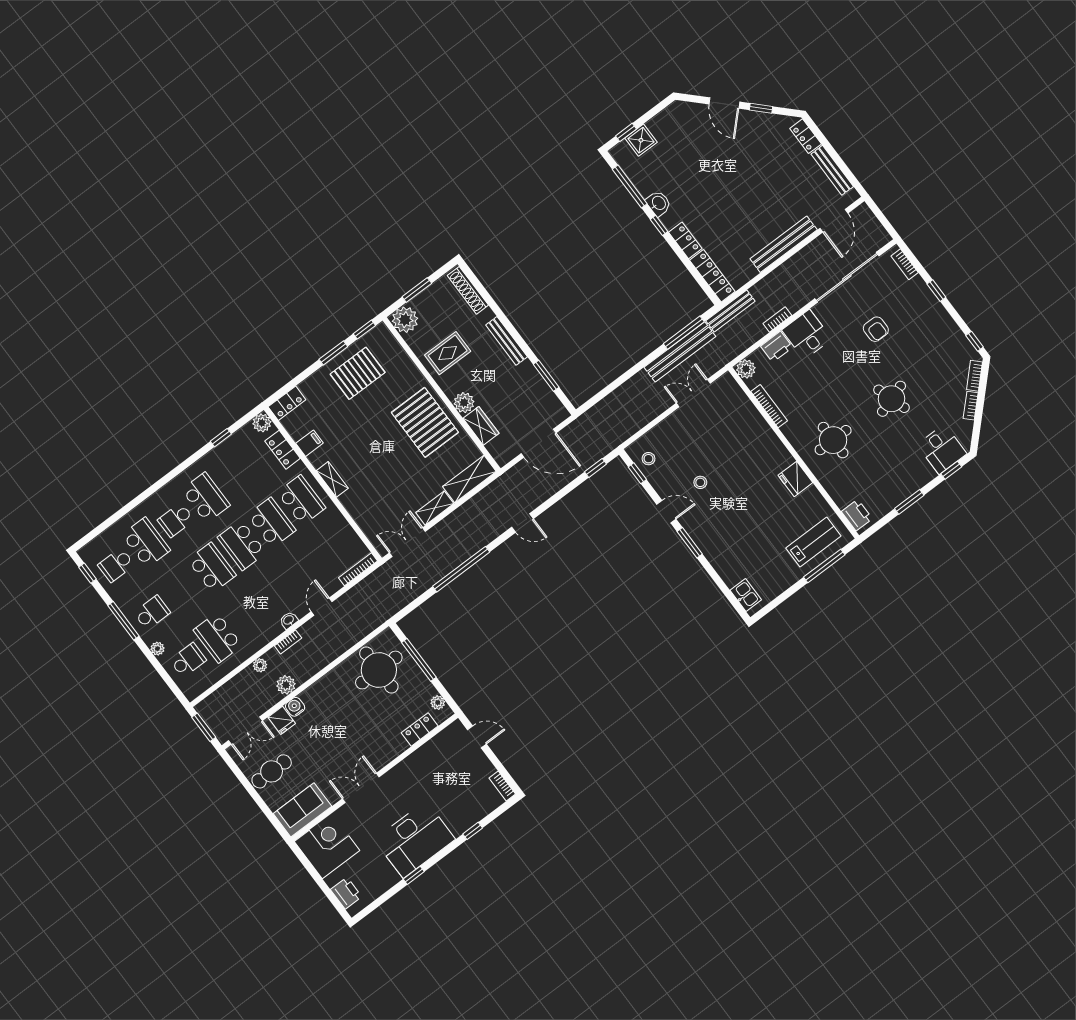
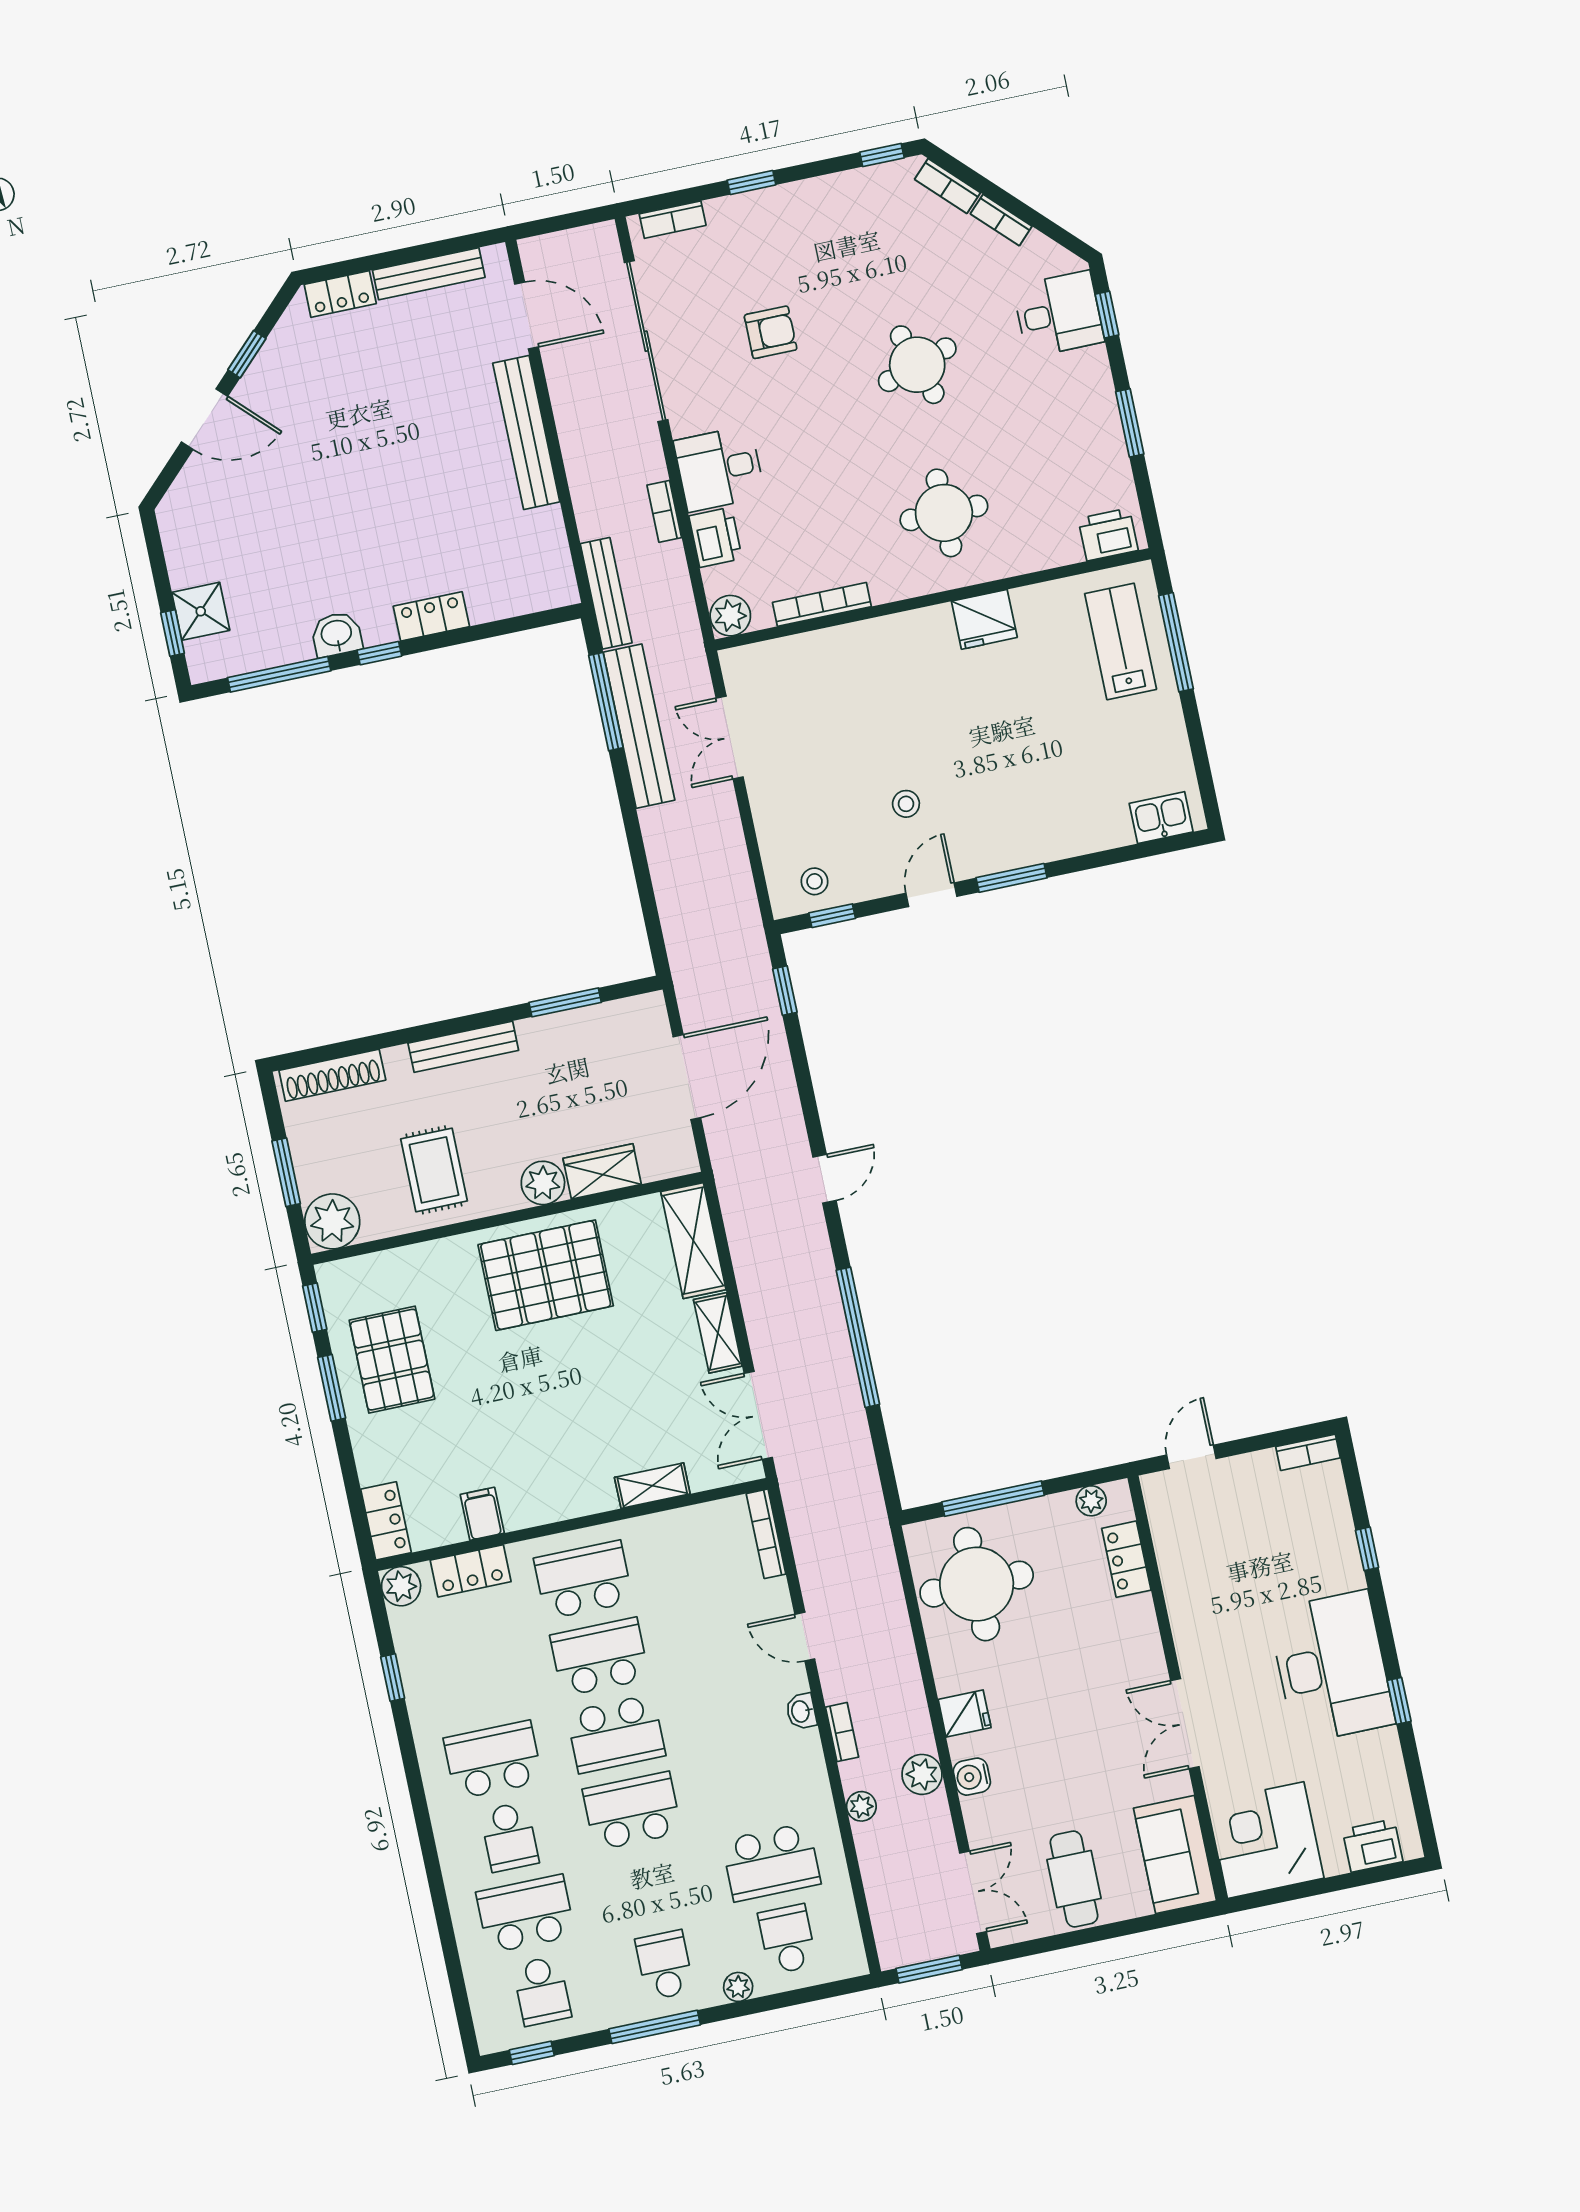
locker: (712, 276) -> (523, 596), removed
shelving: (332, 479) -> (652, 1486), moved
fridge: (282, 720) -> (965, 1714), moved

